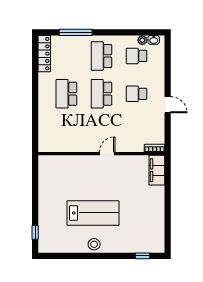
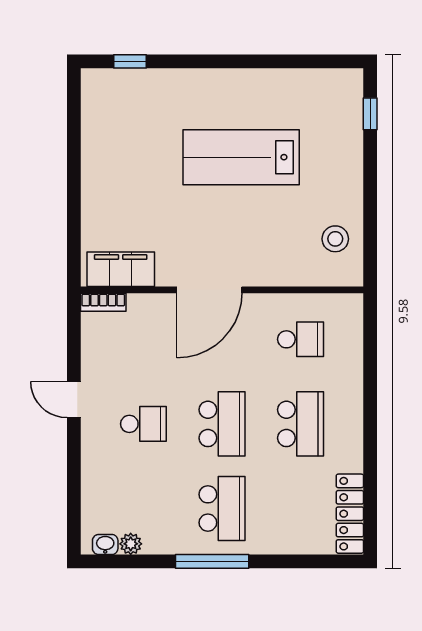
window: (76, 32) -> (212, 561), moved
school desk: (137, 56) -> (301, 339), moved
door: (107, 154) -> (209, 290), width x1.87
filing cabinet: (157, 170) -> (121, 269), moved, turned -90
stool: (94, 244) -> (335, 239), moved

